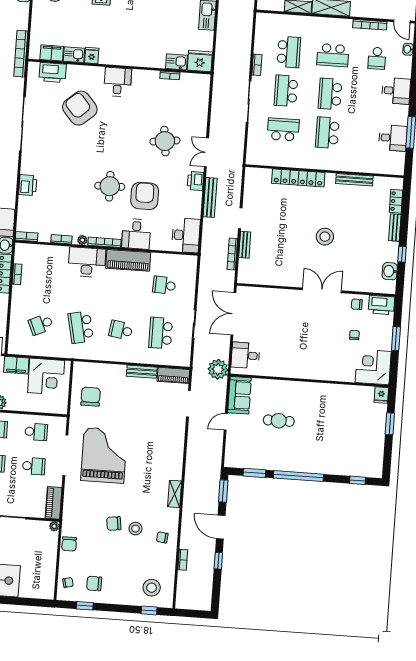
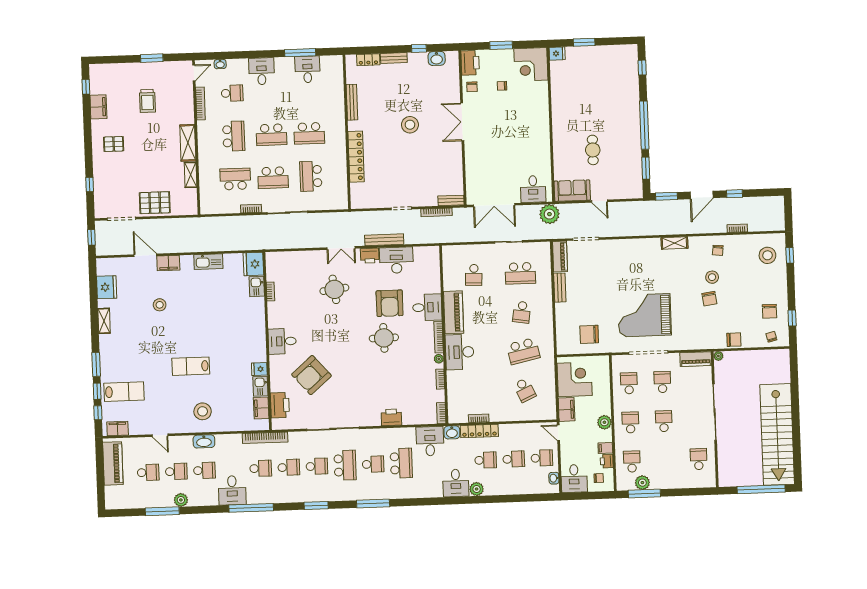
armchair: (145, 196) -> (390, 303), turned -90
desk: (186, 235) -> (396, 260), moved
bench: (245, 245) -> (451, 200), moved

